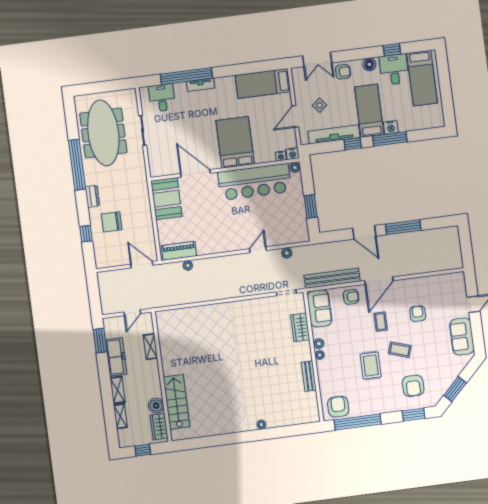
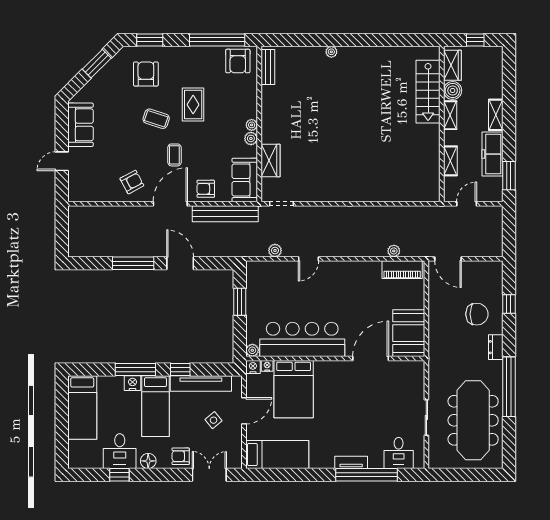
bed: (422, 78) -> (82, 408), moved, turned 180
bed: (235, 142) -> (294, 389), moved
door: (195, 173) -> (371, 359), swing flipped
armchair: (418, 314) -> (132, 182), moved, turned -118
bench: (309, 376) -> (268, 67), moved
shelving: (120, 416) -> (450, 115), moved

